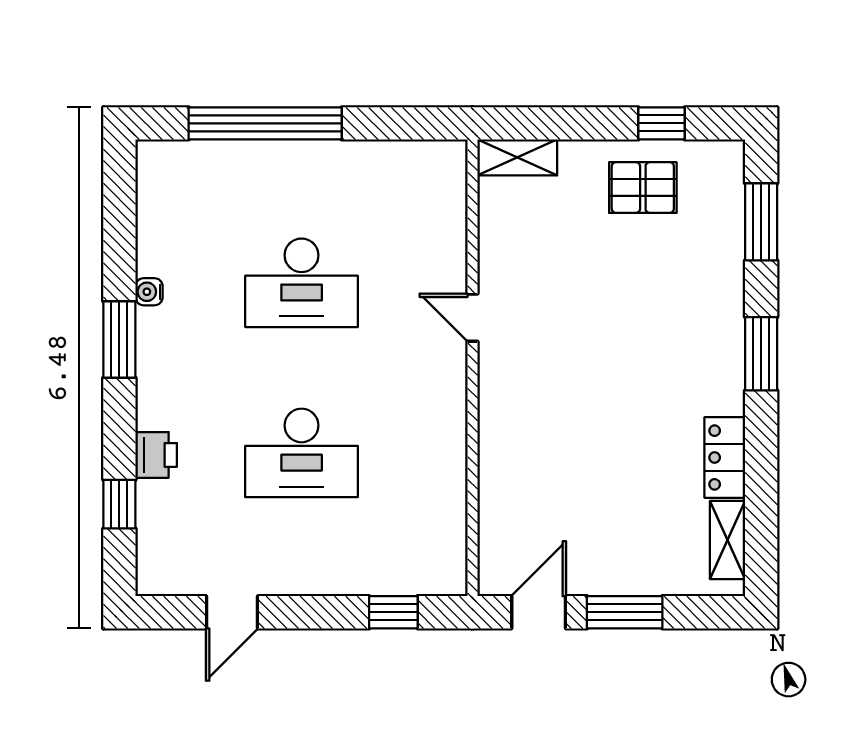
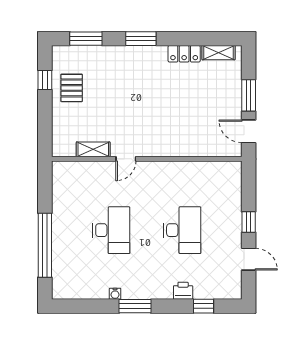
shelving: (517, 157) -> (93, 149), moved, turned 90
window: (393, 612) -> (249, 222), moved

